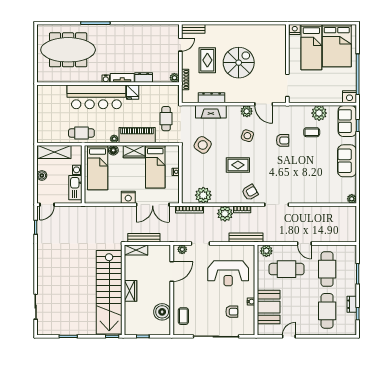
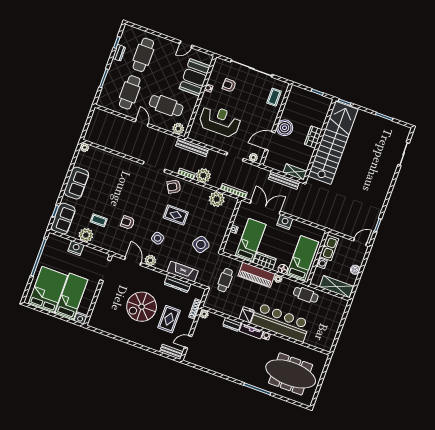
nightstand: (349, 97) -> (76, 248), moved
boiler: (162, 312) -> (285, 128), moved

